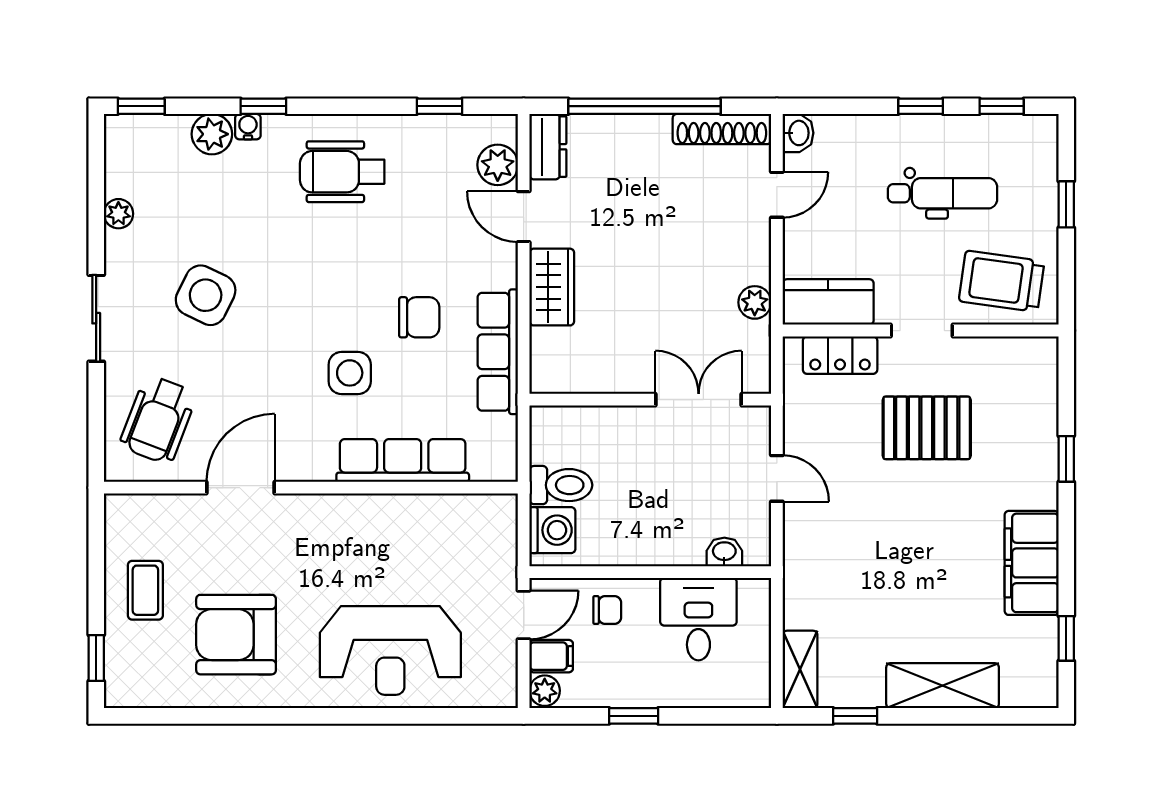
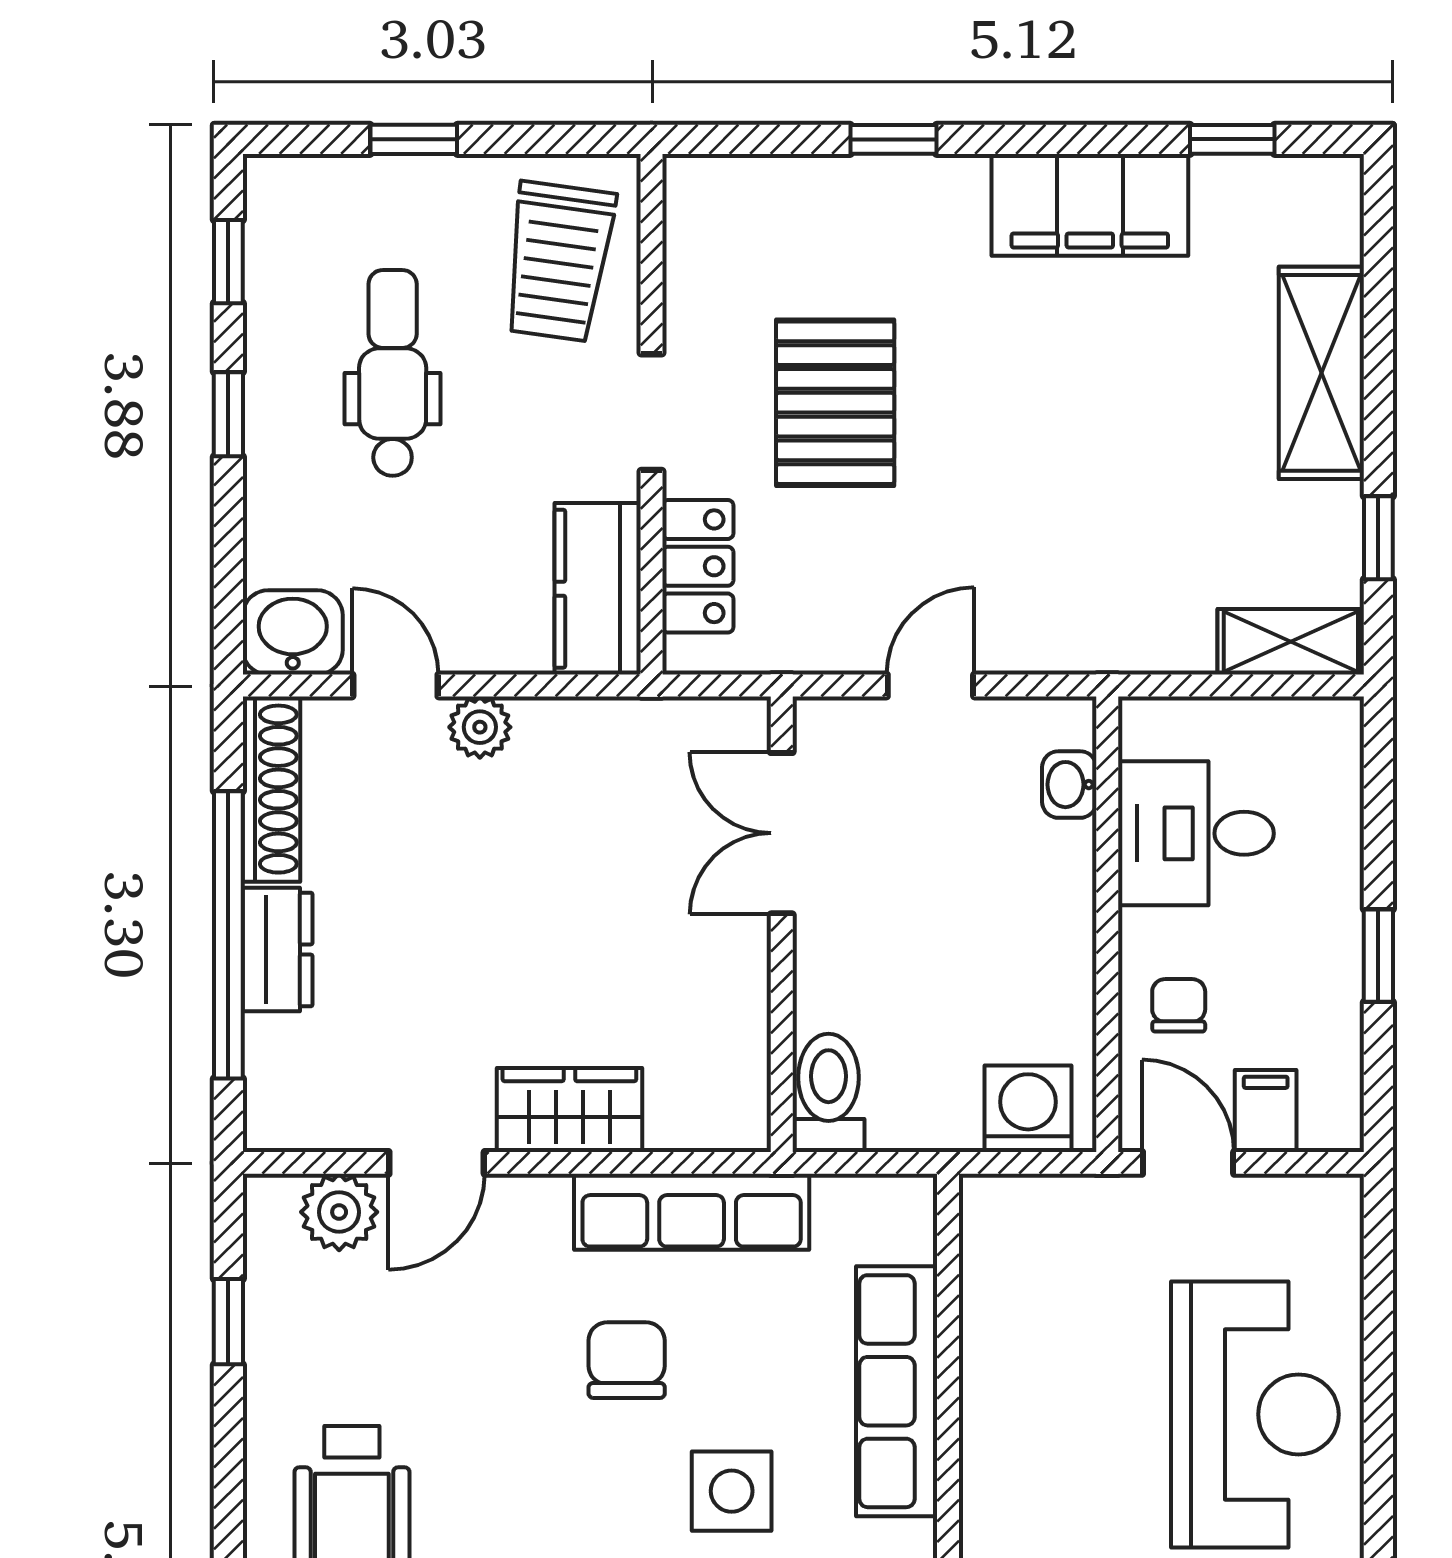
washbasin: (798, 133) -> (293, 632), width x1.38, depth x1.45
dresser: (548, 147) -> (278, 949), moved, turned 90
plant: (755, 302) -> (480, 727), moved
toilet: (561, 485) -> (828, 1093), moved
plant: (545, 691) -> (1331, 1123), removed

